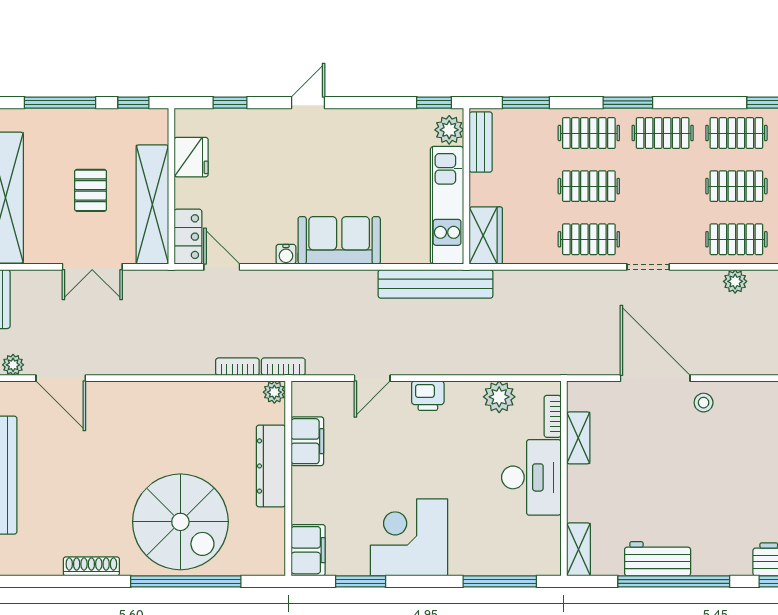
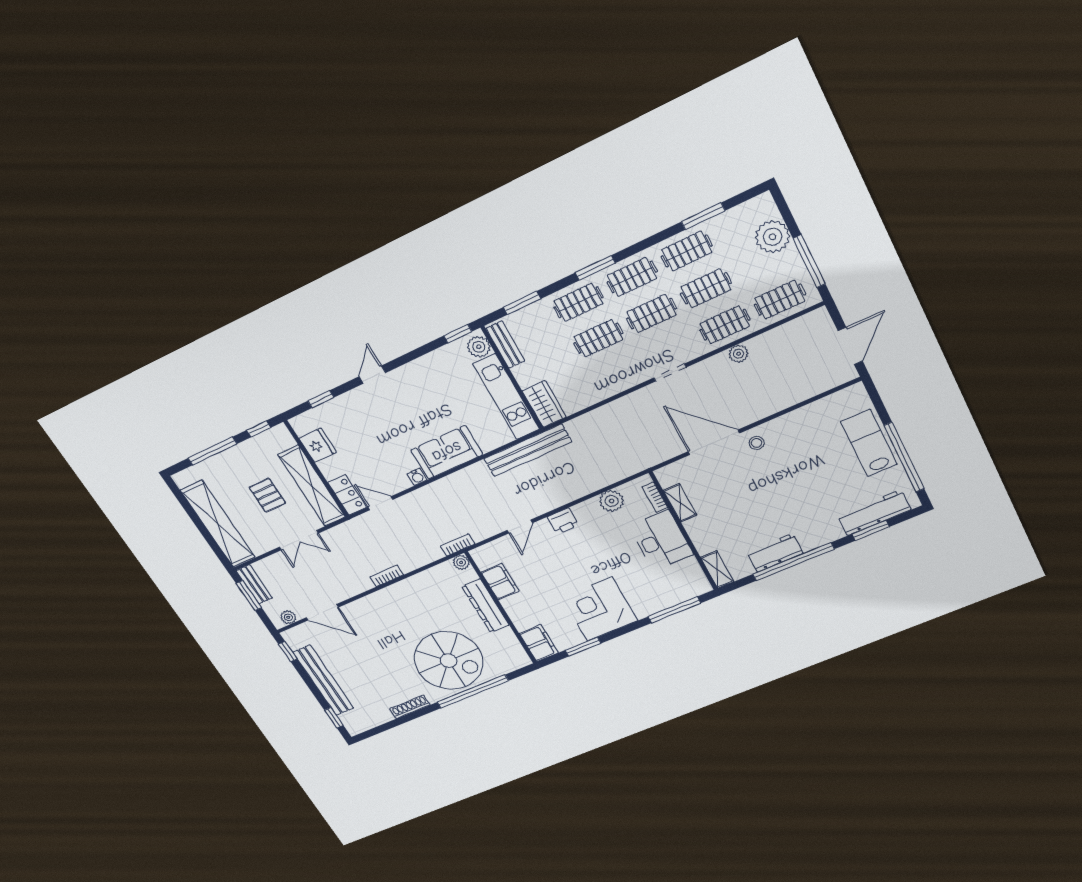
clothes rail: (589, 239) -> (652, 314), moved
bookcase: (237, 367) -> (387, 576), moved

